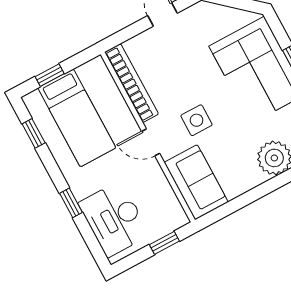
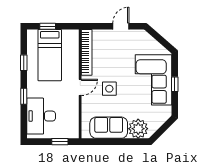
window: (34, 133) -> (24, 63), moved
door: (151, 142) -> (80, 87), swing flipped
sofa: (196, 182) -> (109, 128), moved, turned -90

